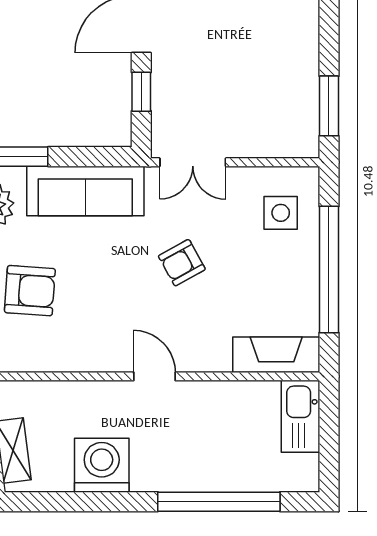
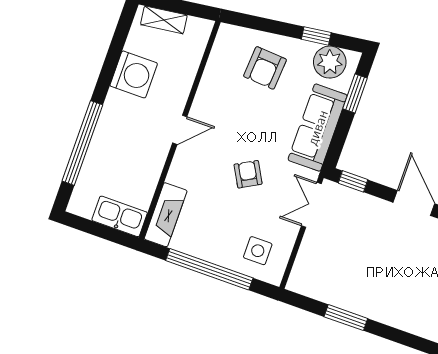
window: (141, 92) -> (353, 181), moved
window: (329, 106) -> (346, 318), moved

